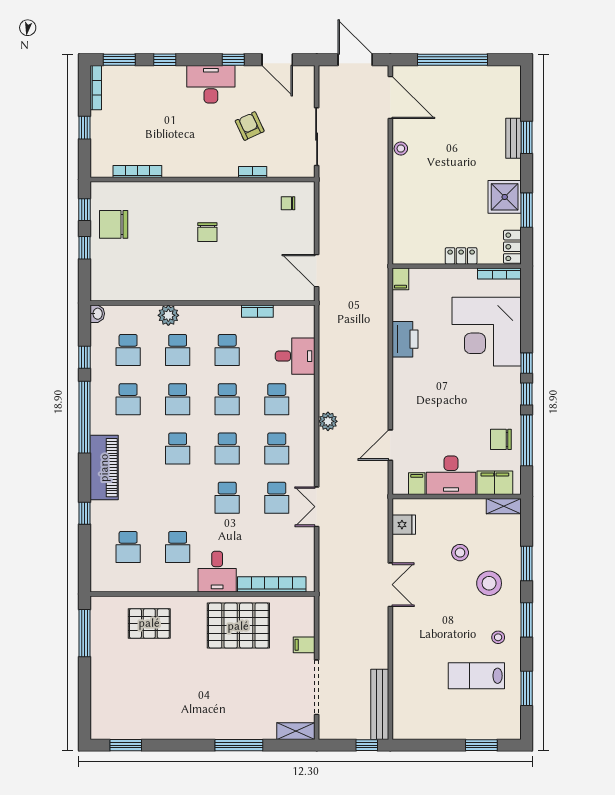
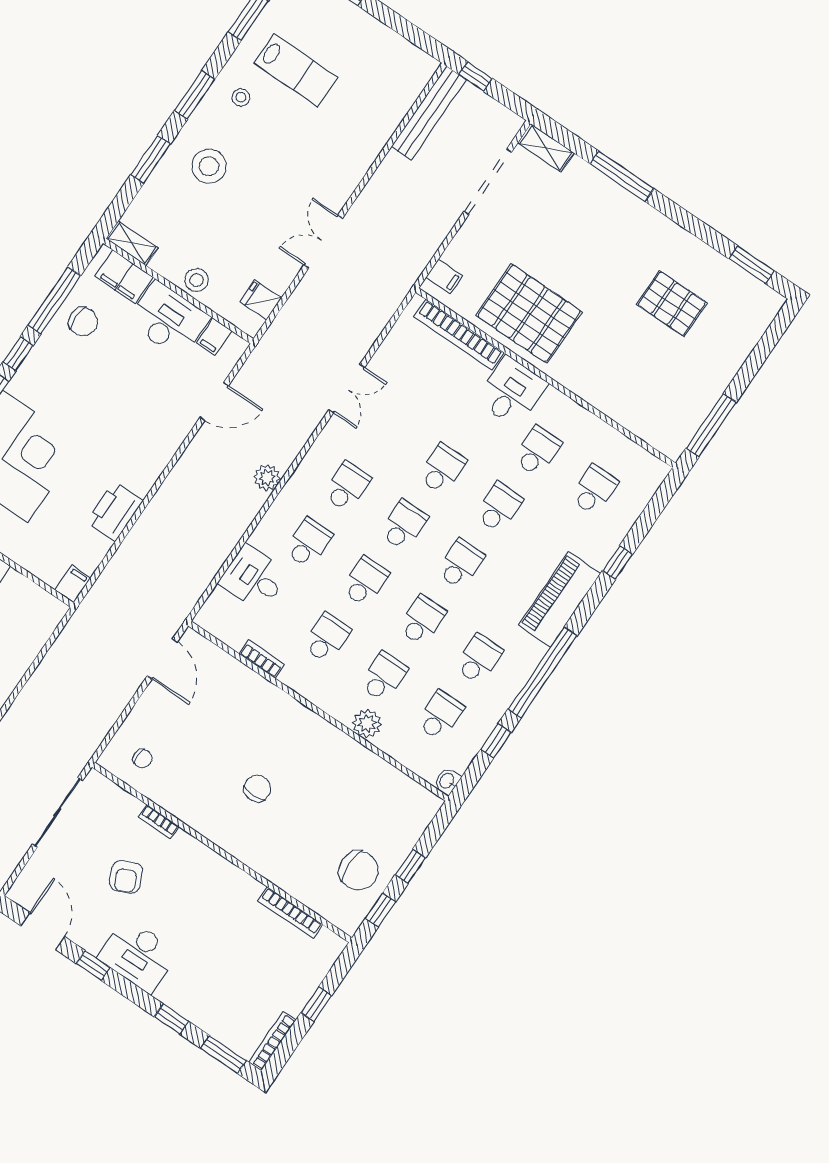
school desk: (277, 498) -> (499, 507), moved
stool: (460, 553) -> (197, 280), moved
pallet: (149, 623) -> (672, 304), moved
filing cabinet: (304, 645) -> (444, 276), moved

